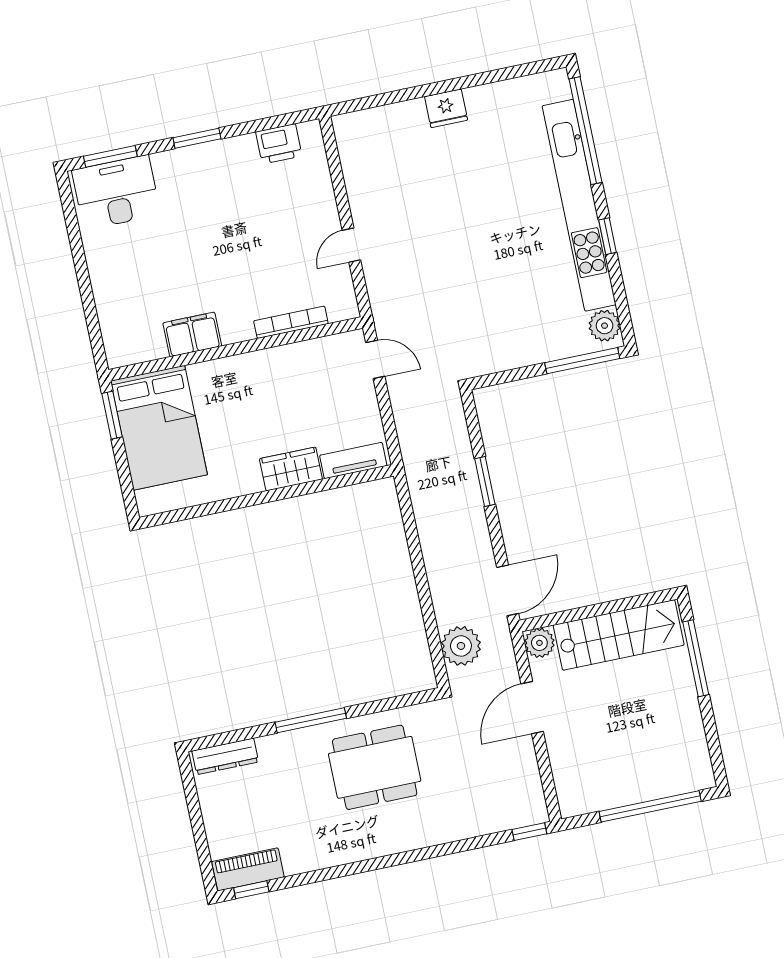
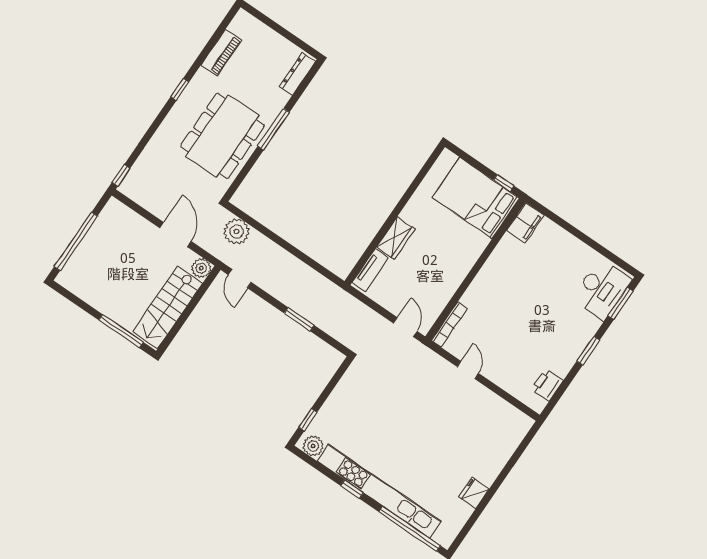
fridge: (446, 108) -> (474, 493), moved
bookcase: (291, 322) -> (449, 325), moved
filing cabinet: (192, 334) -> (525, 223), moved
door: (375, 359) -> (405, 327), swing flipped
window: (582, 361) -> (308, 420), width x0.46
window: (112, 415) -> (504, 183), width x0.67
door: (508, 590) -> (240, 278), width x0.73
dining table: (375, 767) -> (222, 136), width x1.36, depth x1.24
piano: (248, 869) -> (221, 53), moved
window: (251, 890) -> (180, 90), moved

